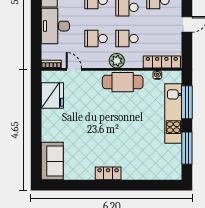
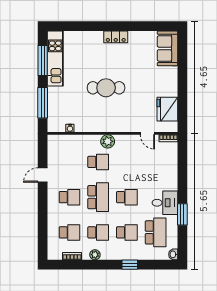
desk: (55, 26) -> (165, 174), removed
school desk: (96, 39) -> (127, 162), removed
locker: (162, 62) -> (66, 140), removed
cafe table: (123, 82) -> (106, 88), moved
kitchen unit: (173, 113) -> (55, 59), moved

